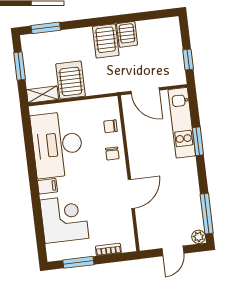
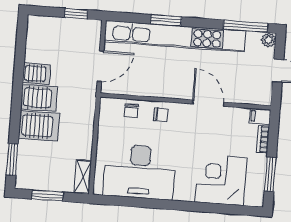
server rack: (71, 80) -> (39, 126), moved, turned 180
kitchen unit: (182, 123) -> (175, 36), width x1.86
filing cabinet: (47, 186) -> (260, 116), moved, turned -90

